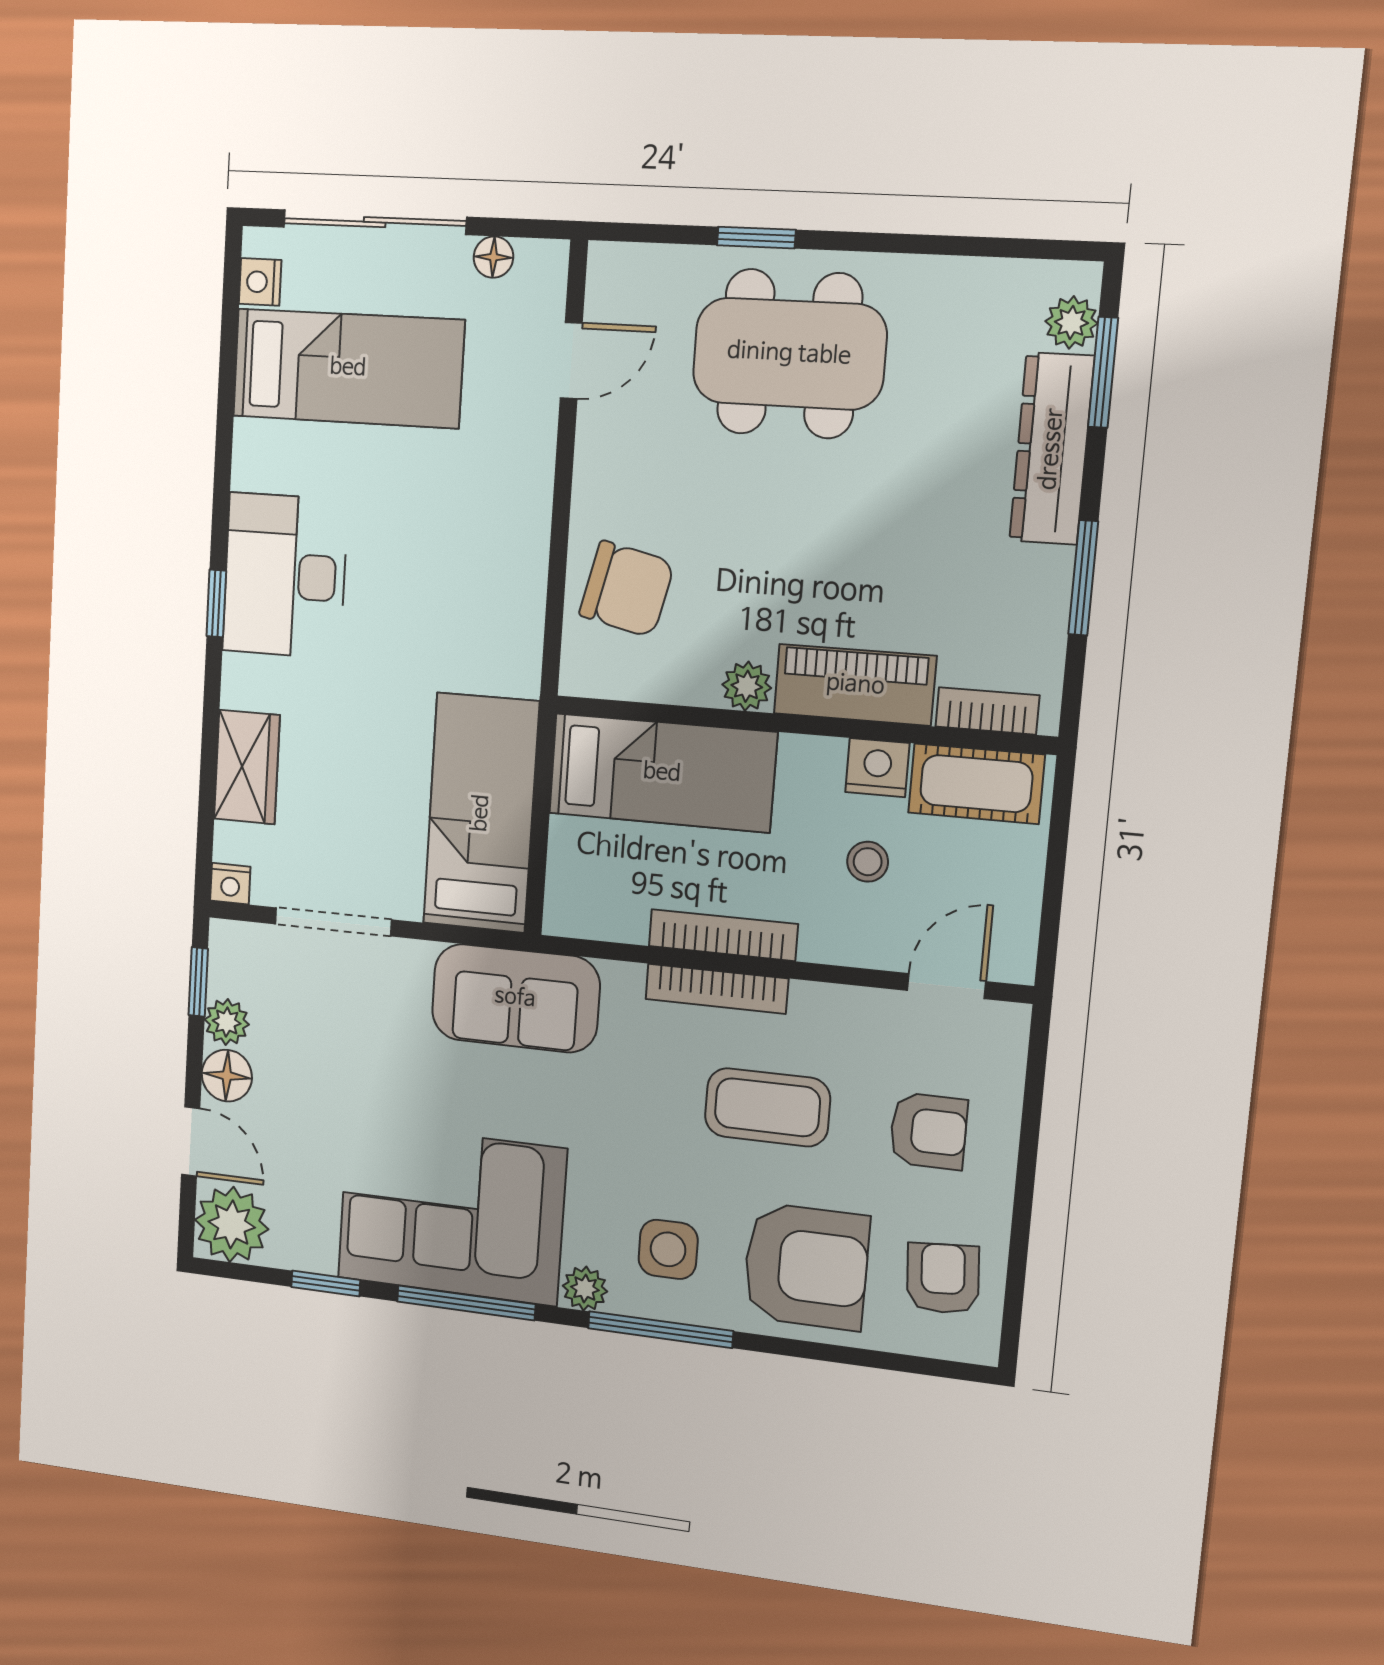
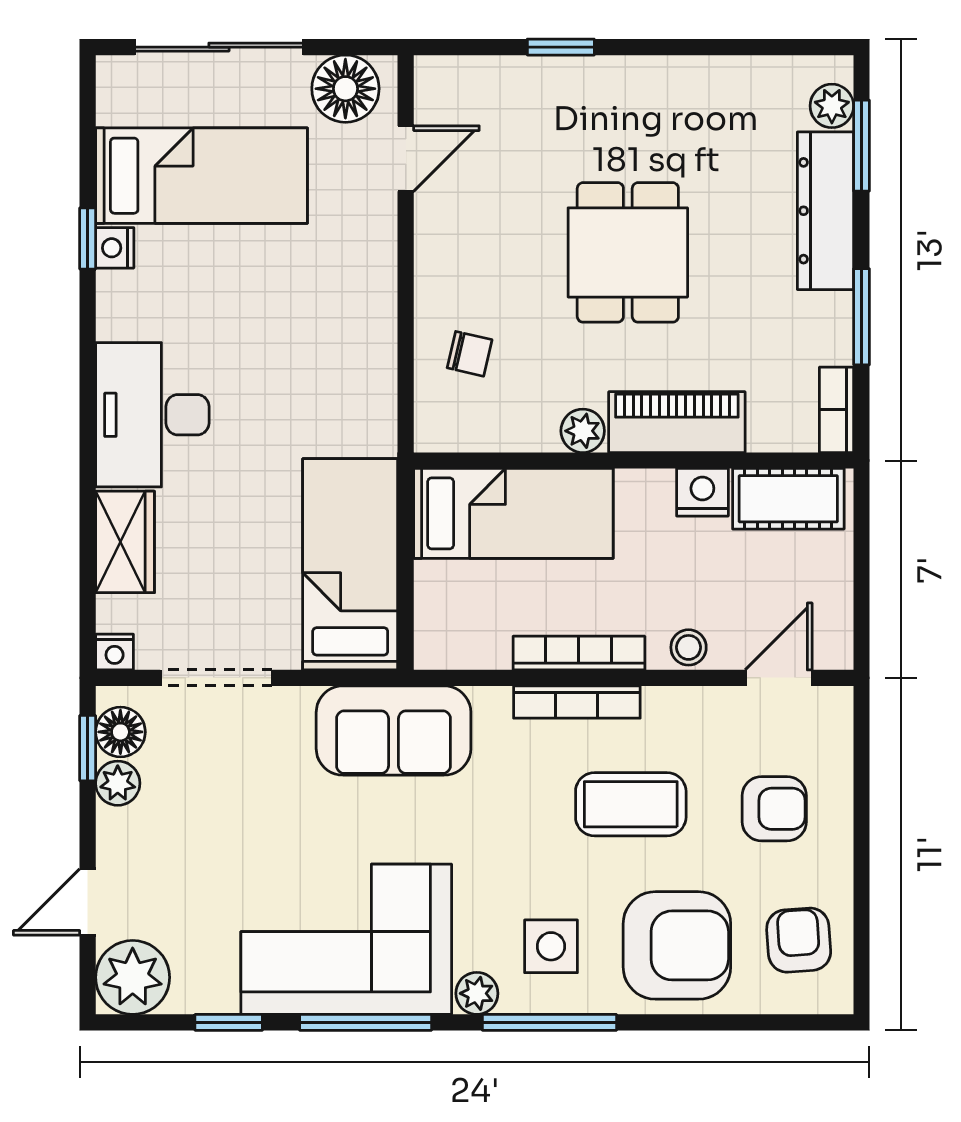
floor lamp: (493, 257) -> (345, 89), width x1.89, depth x1.89
nightstand: (260, 282) -> (115, 248), moved
dining table: (789, 354) -> (628, 252), moved, width x0.73
desk: (285, 576) -> (152, 415), moved
chair: (627, 589) -> (470, 354), width x0.54, depth x0.54
window: (216, 603) -> (88, 238), moved
bookcase: (987, 711) -> (836, 410), moved, turned -90
stool: (868, 862) -> (689, 647), moved
floor lamp: (227, 1076) -> (120, 732), moved
door: (191, 1141) -> (88, 902), swing flipped

